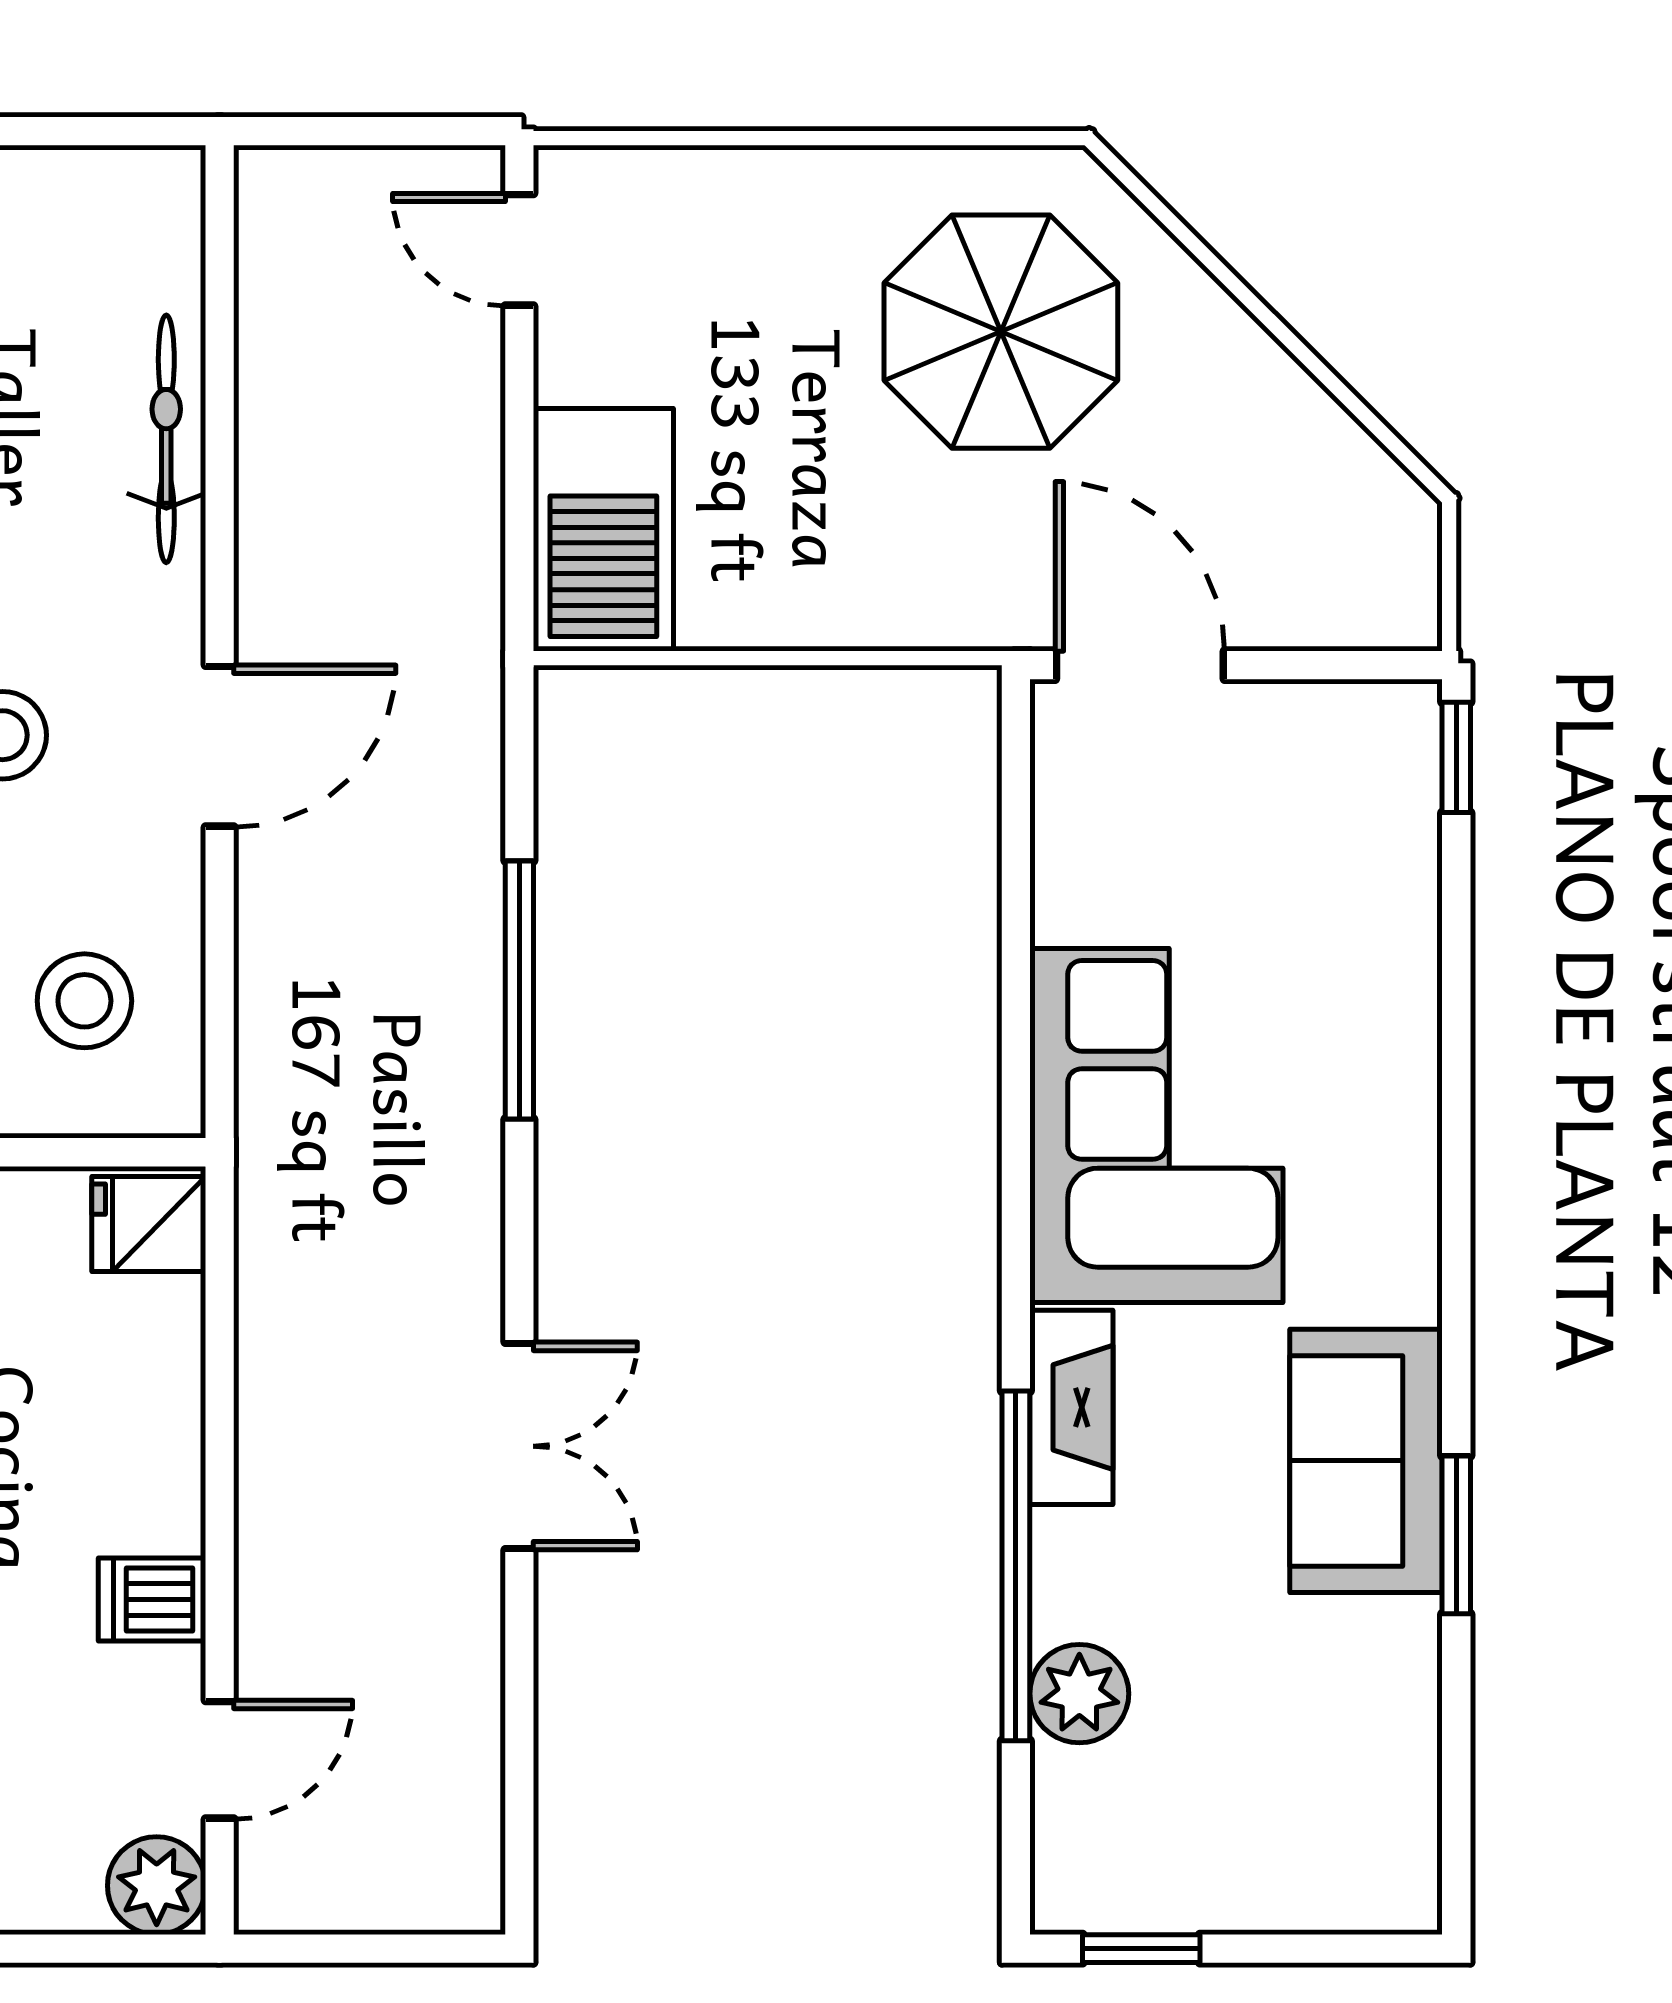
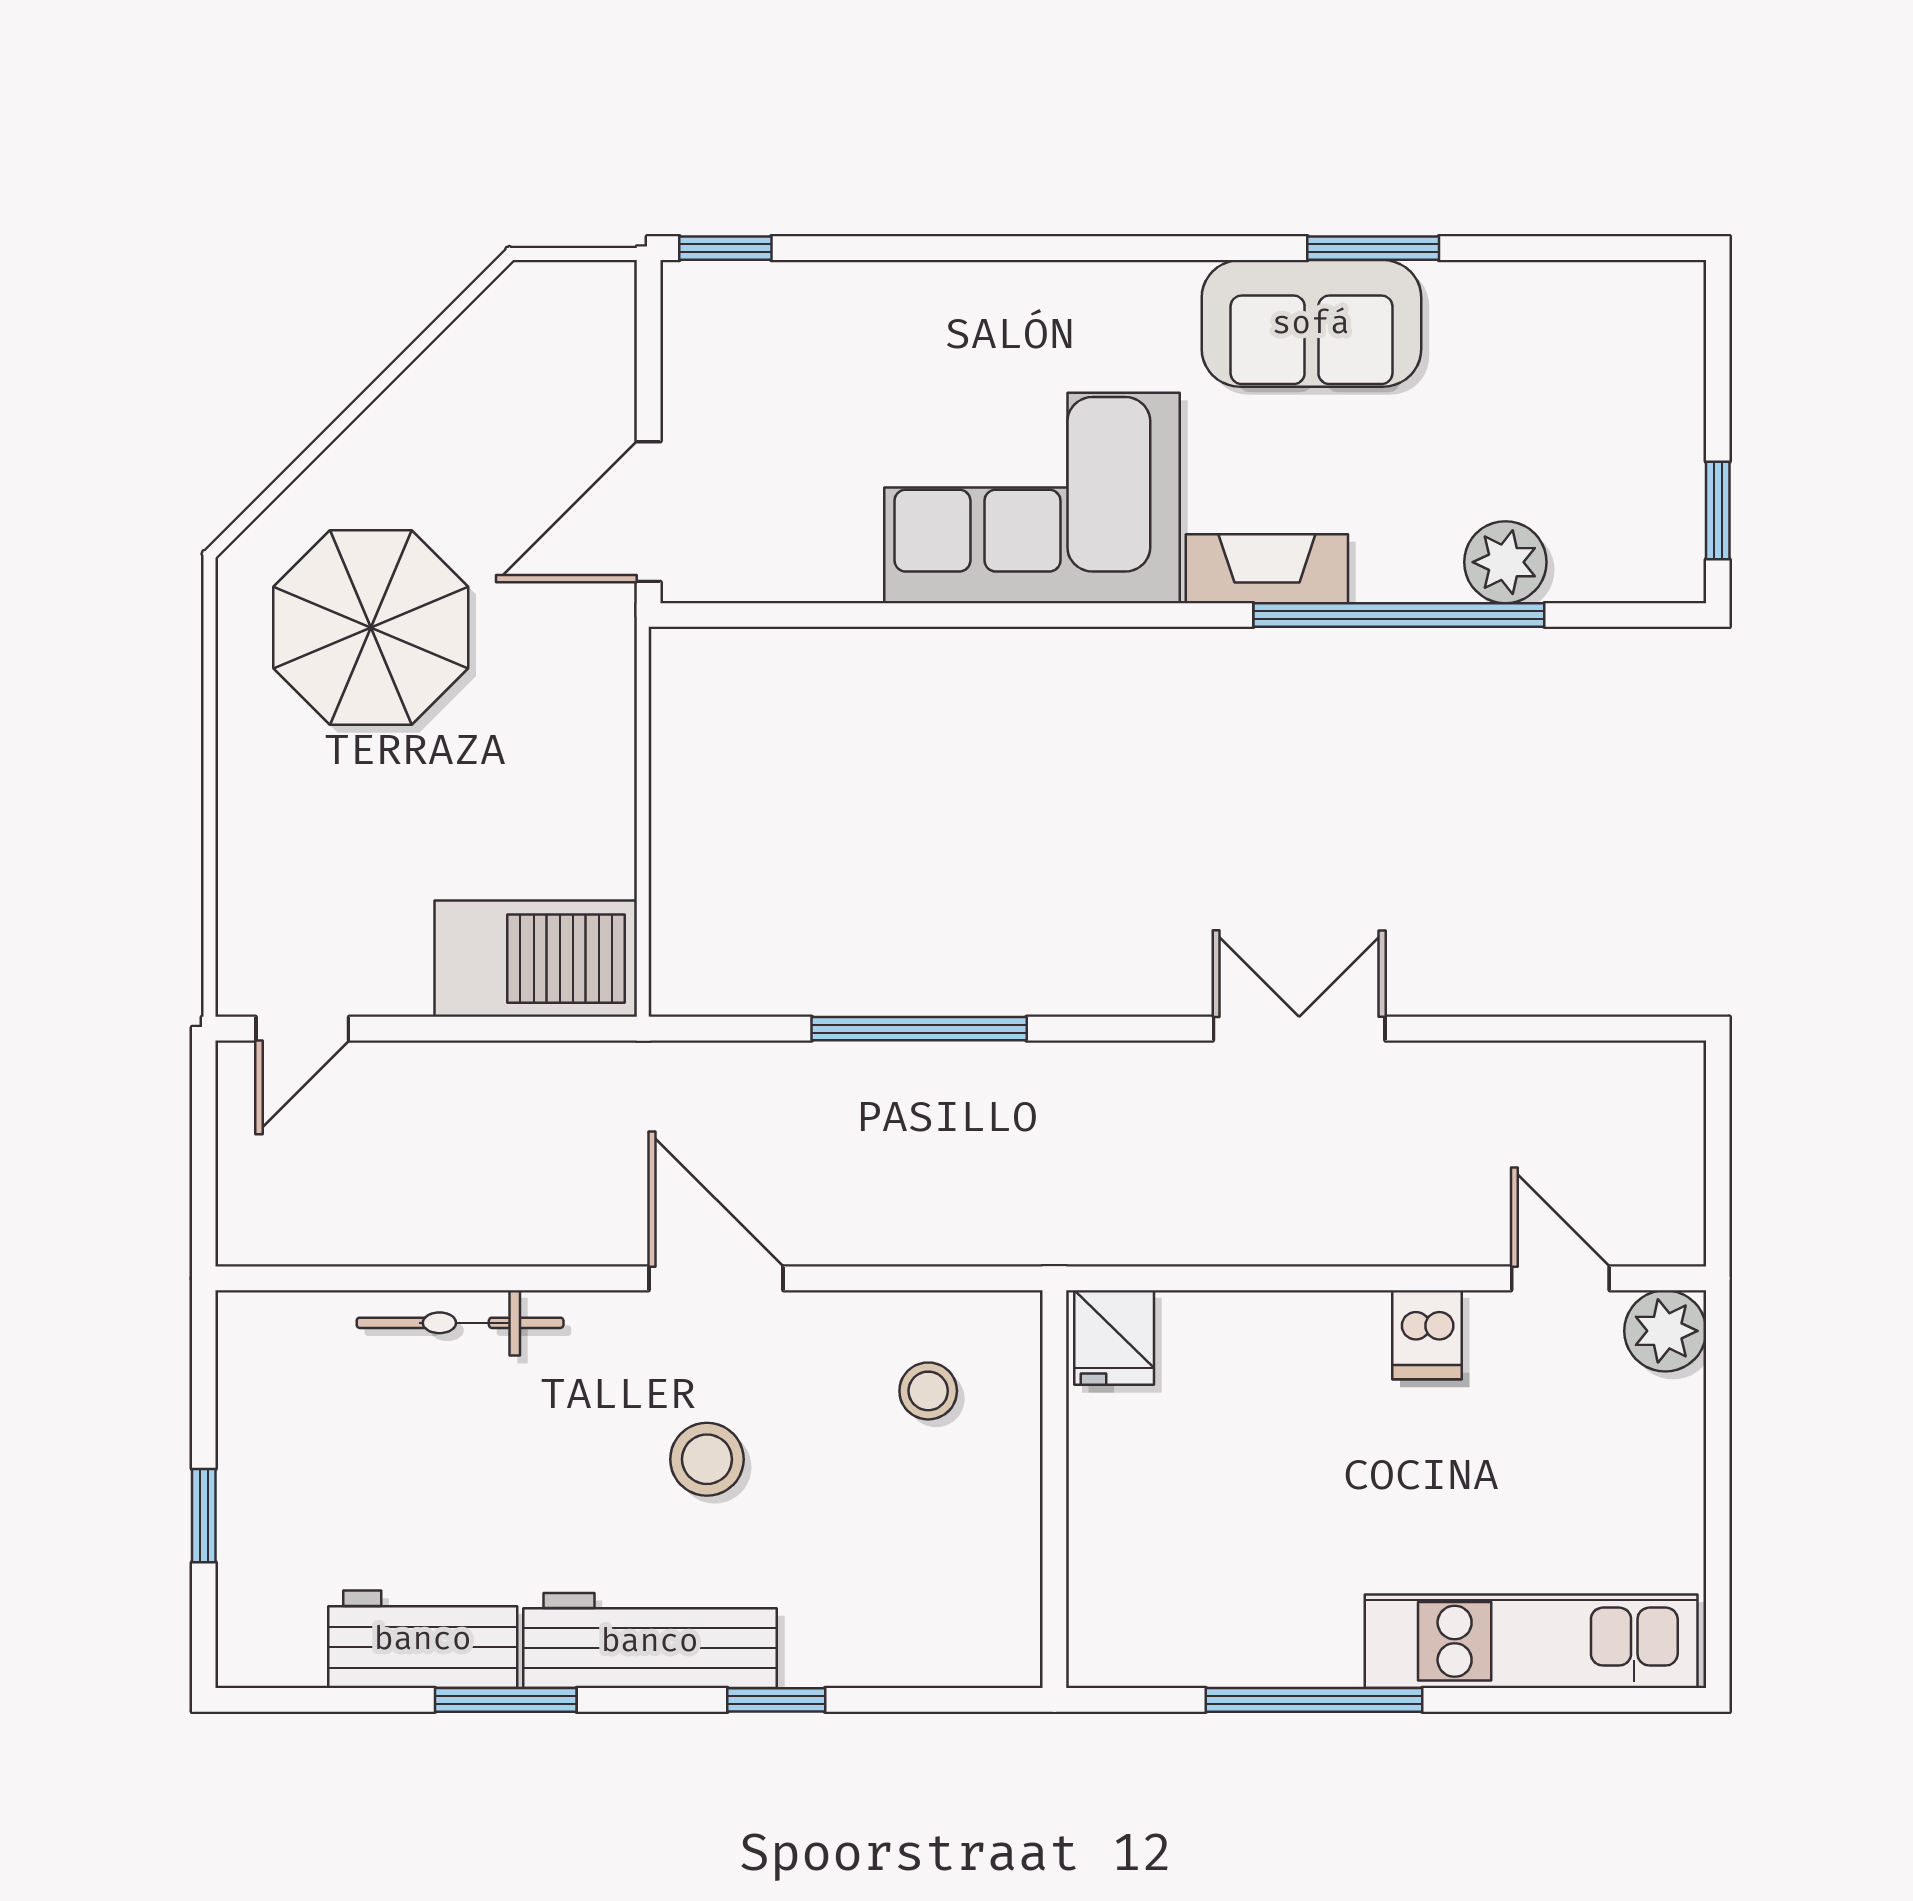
stool: (84, 1001) -> (928, 1391), width x0.73, depth x0.73

